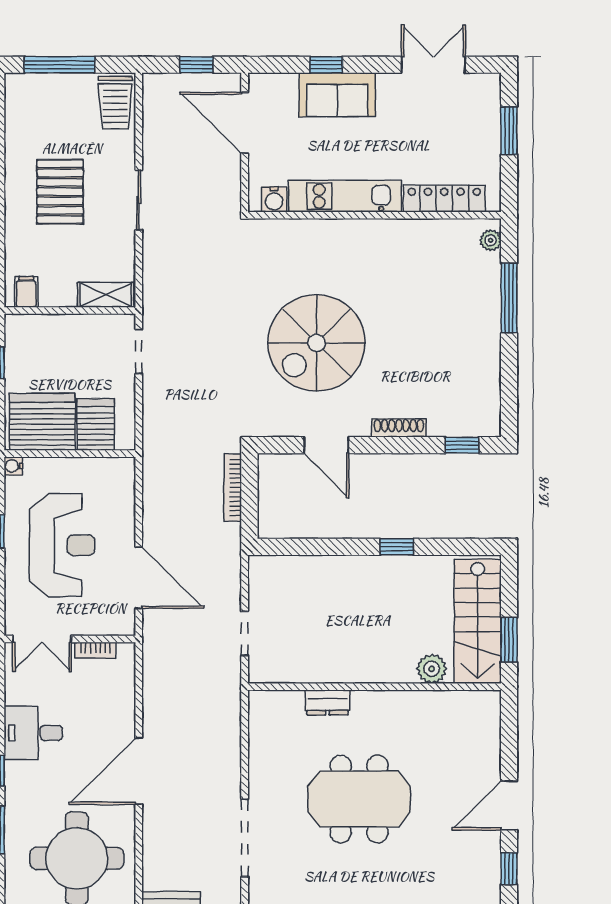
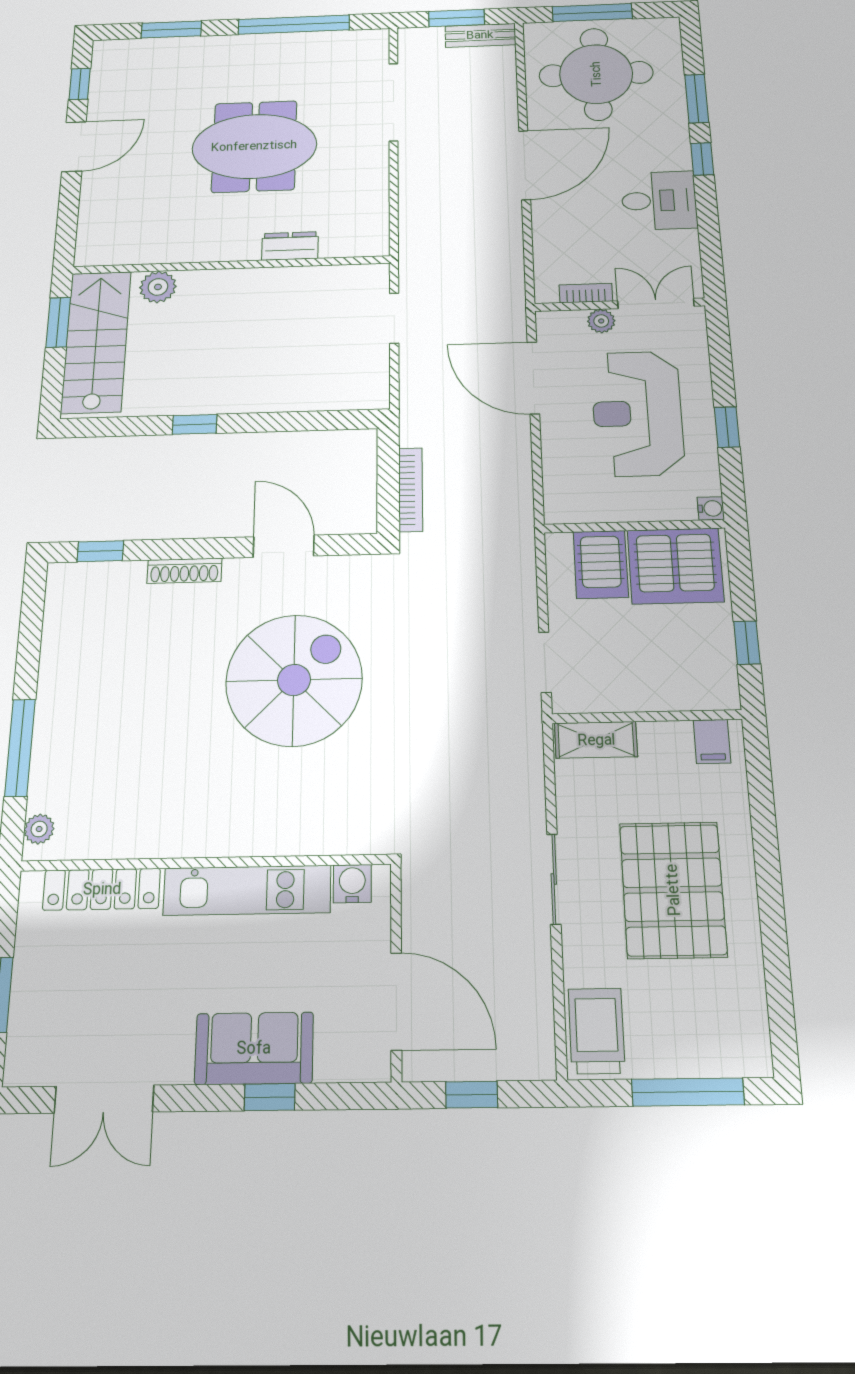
pallet: (60, 192) -> (673, 890), width x1.37, depth x1.41
plant: (85, 625) -> (601, 321), added

